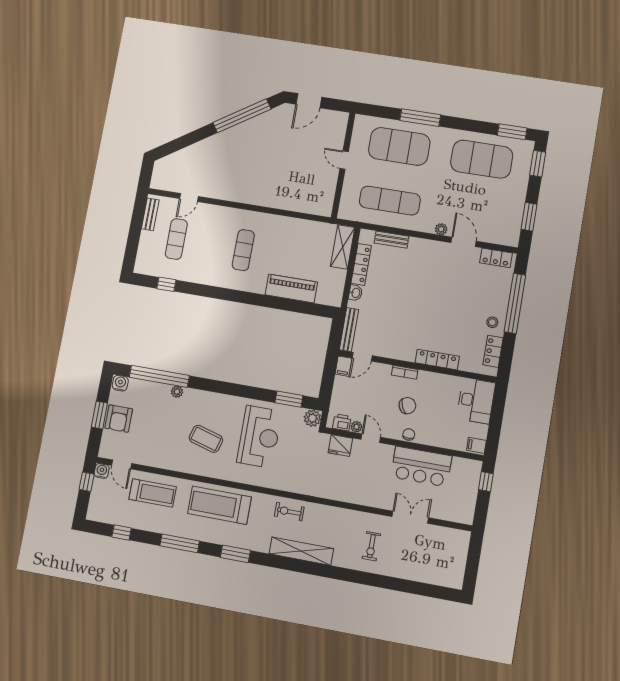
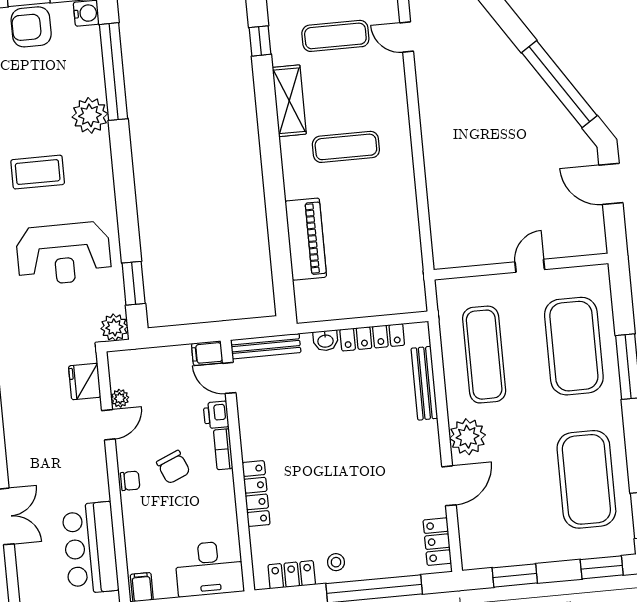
plant: (441, 229) -> (467, 437), width x1.88, depth x1.88
bench: (391, 240) -> (424, 383), width x1.36
shelving: (343, 247) -> (289, 101), moved, turned 90
plant: (177, 392) -> (90, 115), width x1.87, depth x1.87
printer: (342, 422) -> (216, 415), moved, turned 180
coffee table: (206, 439) -> (38, 172), turned 74
bar counter: (421, 466) -> (90, 548), moved

